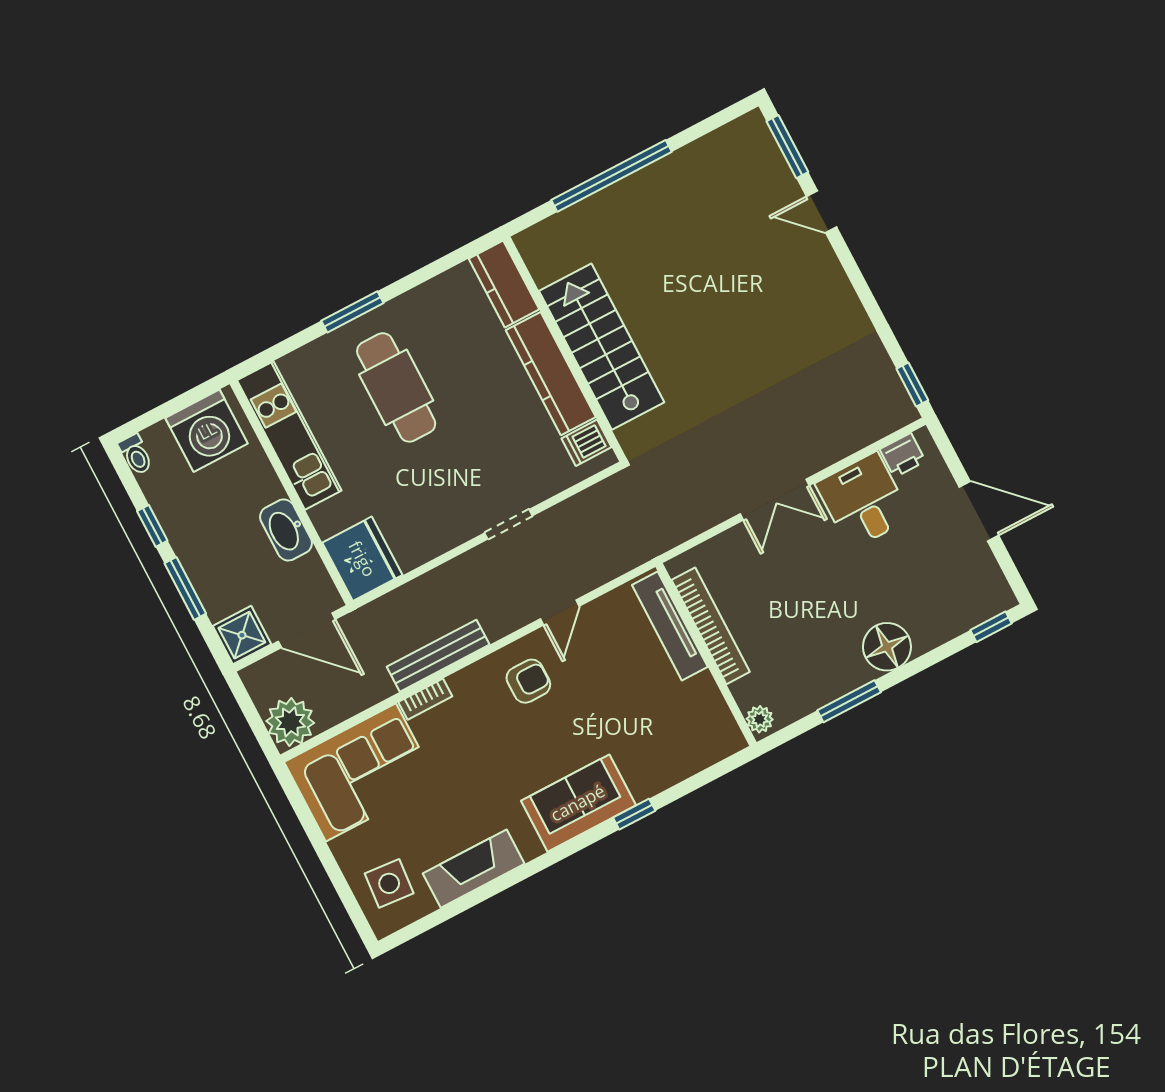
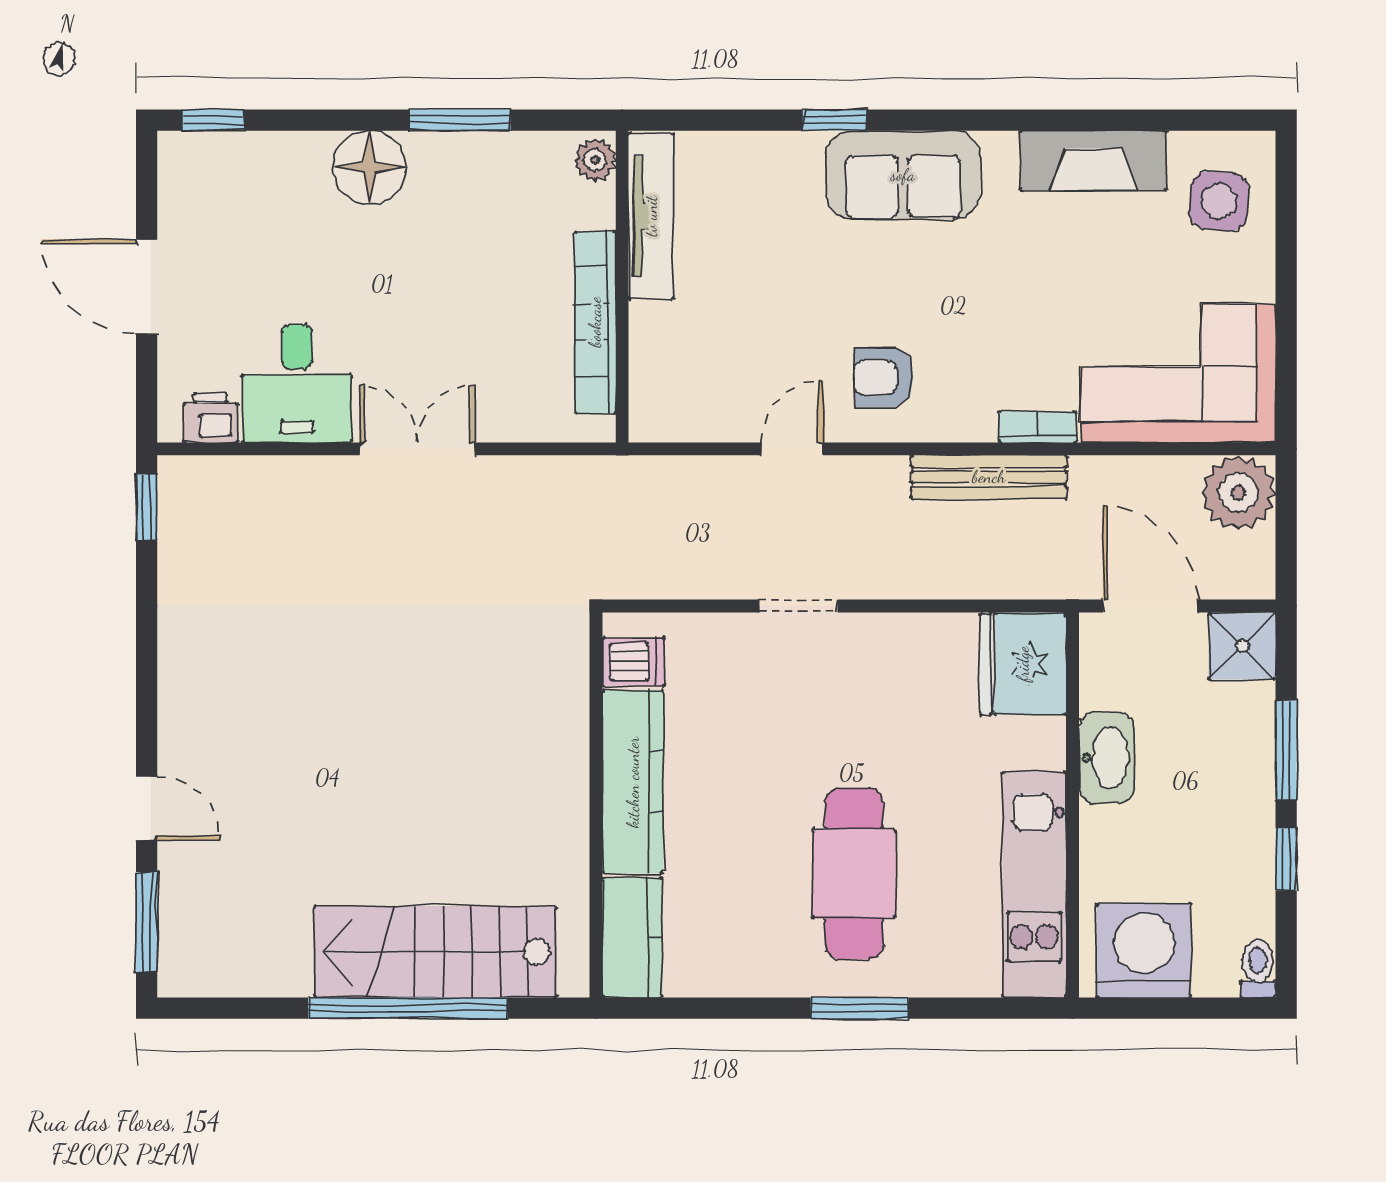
stairs: (602, 347) -> (435, 952), moved, turned 90
tv unit: (670, 626) -> (651, 216), moved

